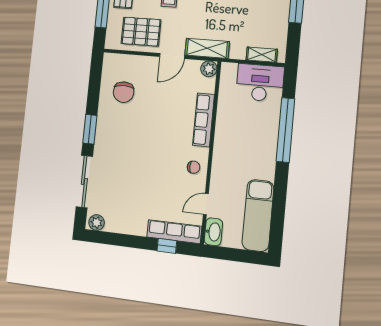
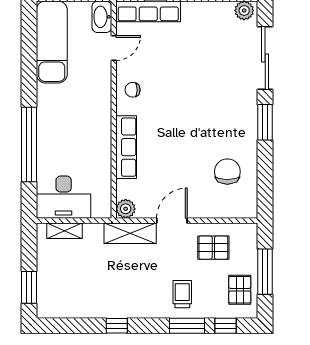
pallet: (141, 32) -> (213, 248), width x0.67, depth x0.71

